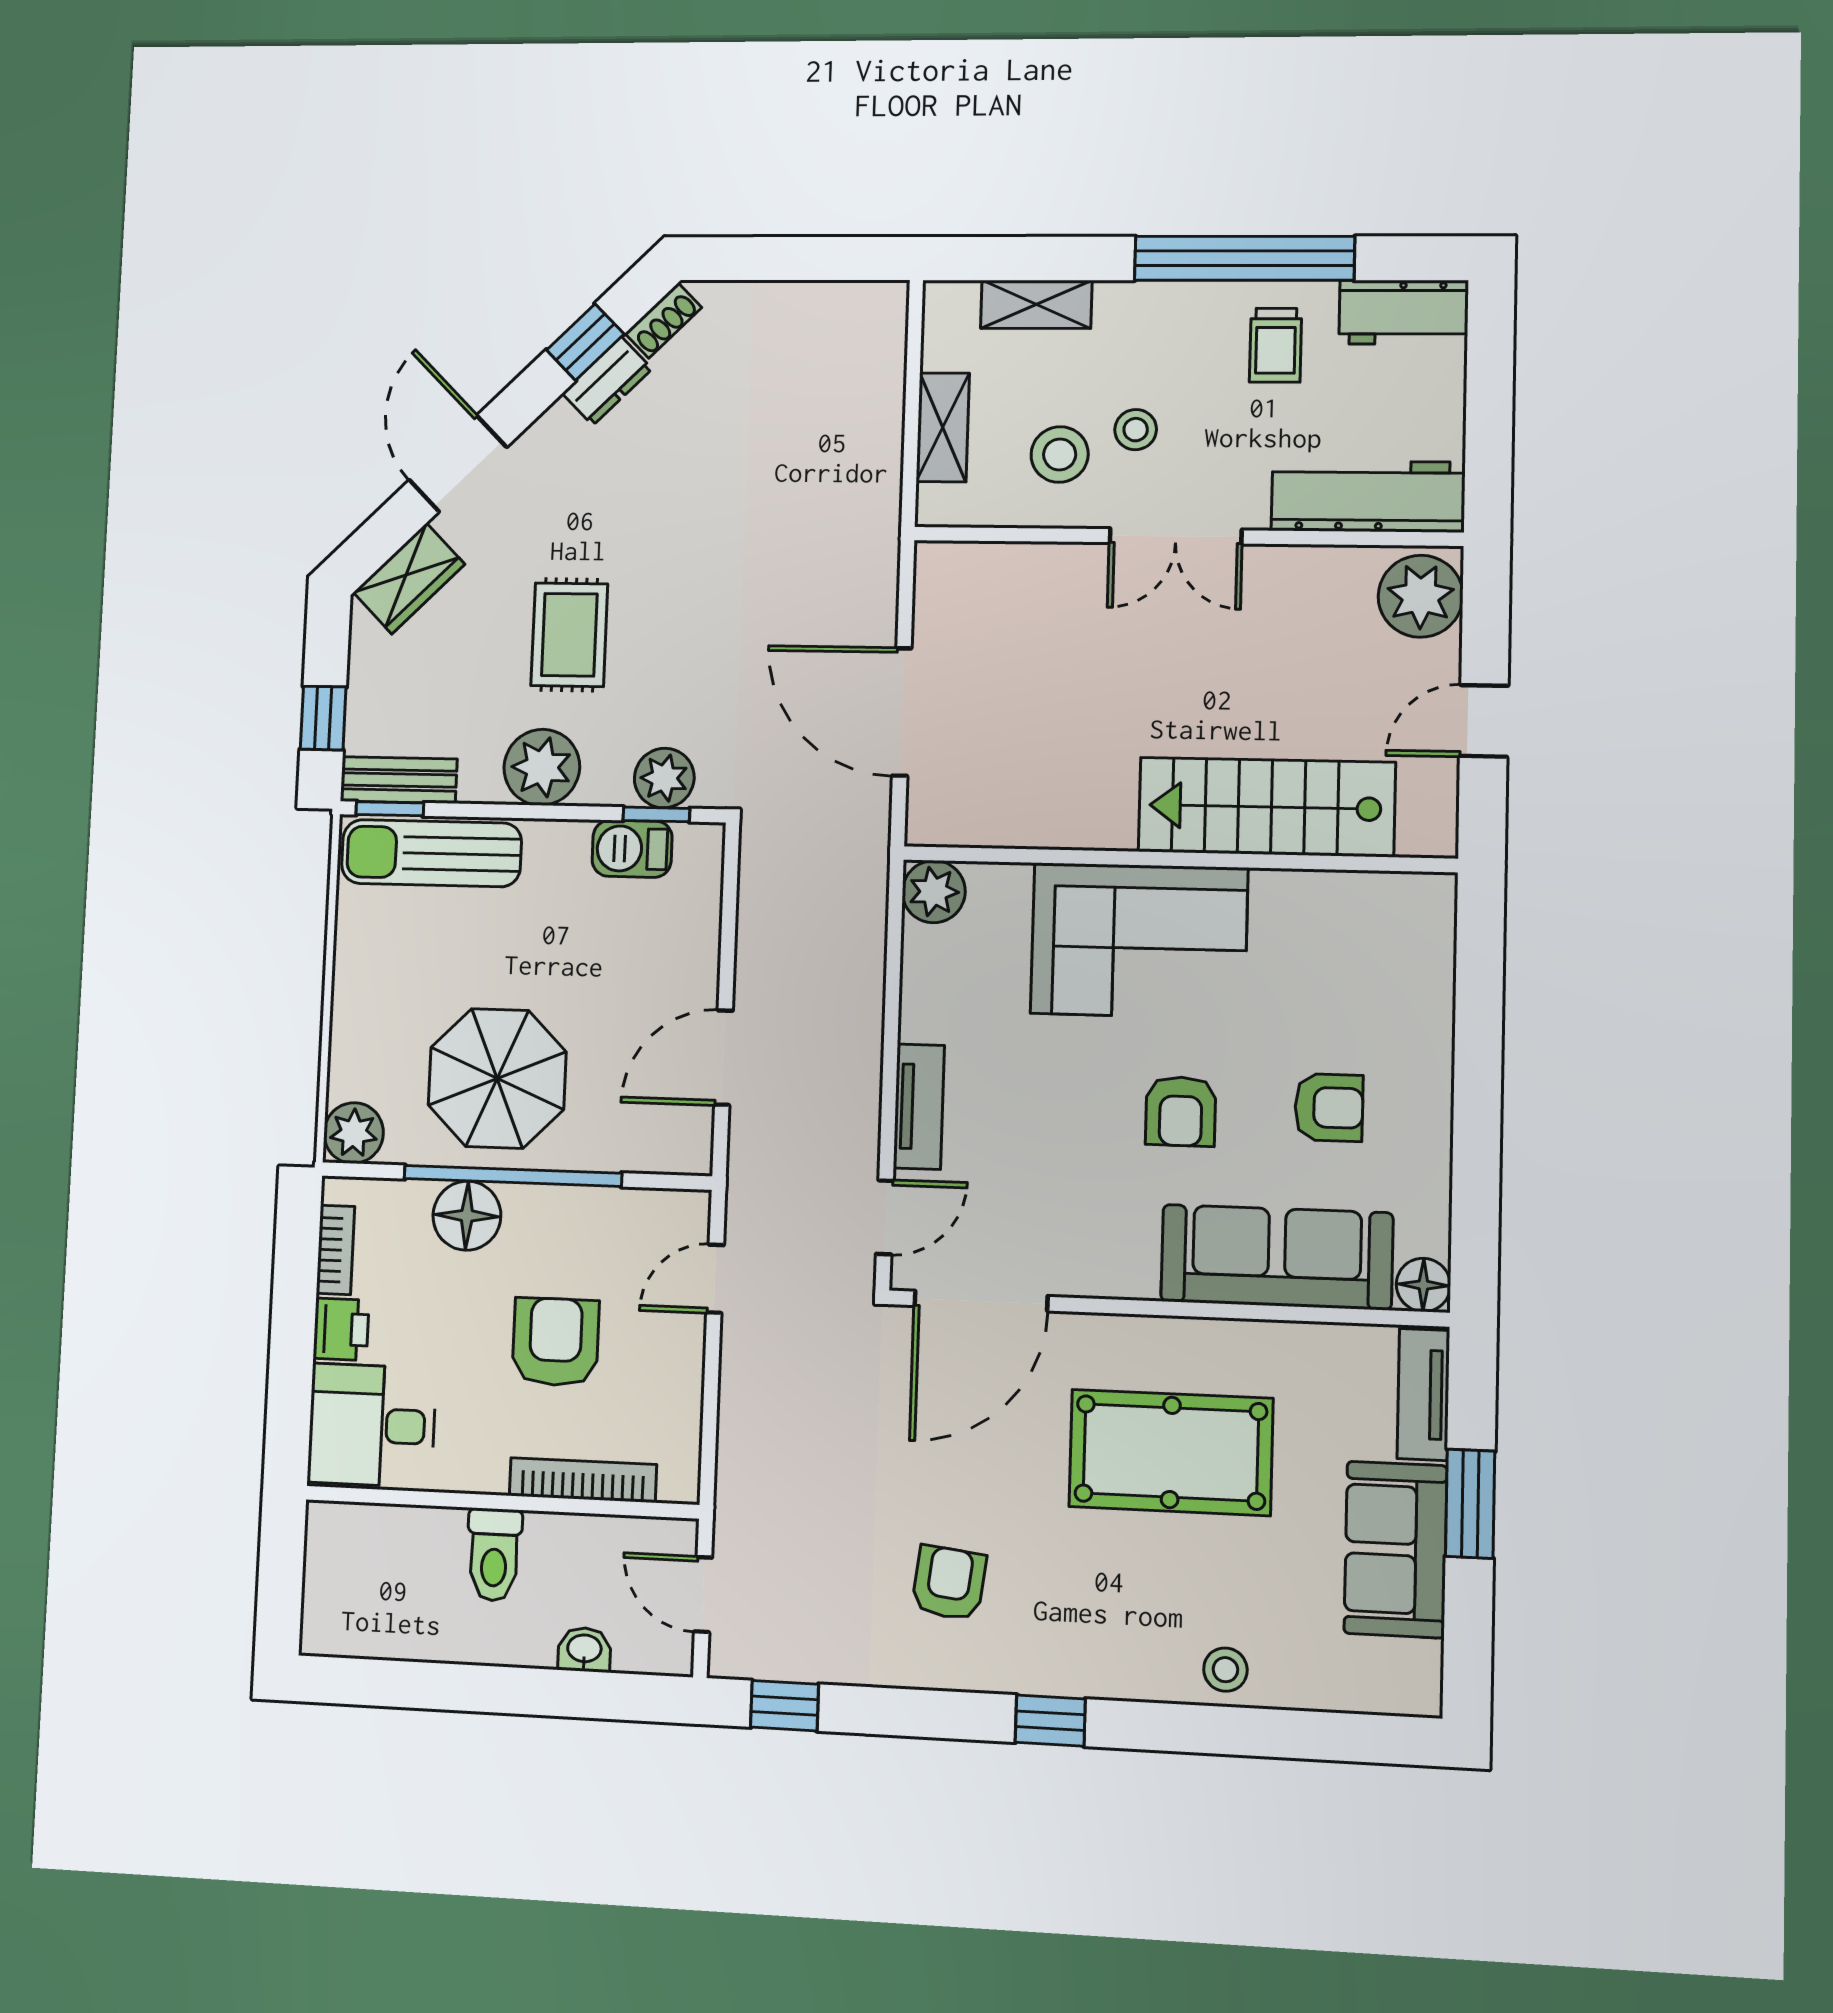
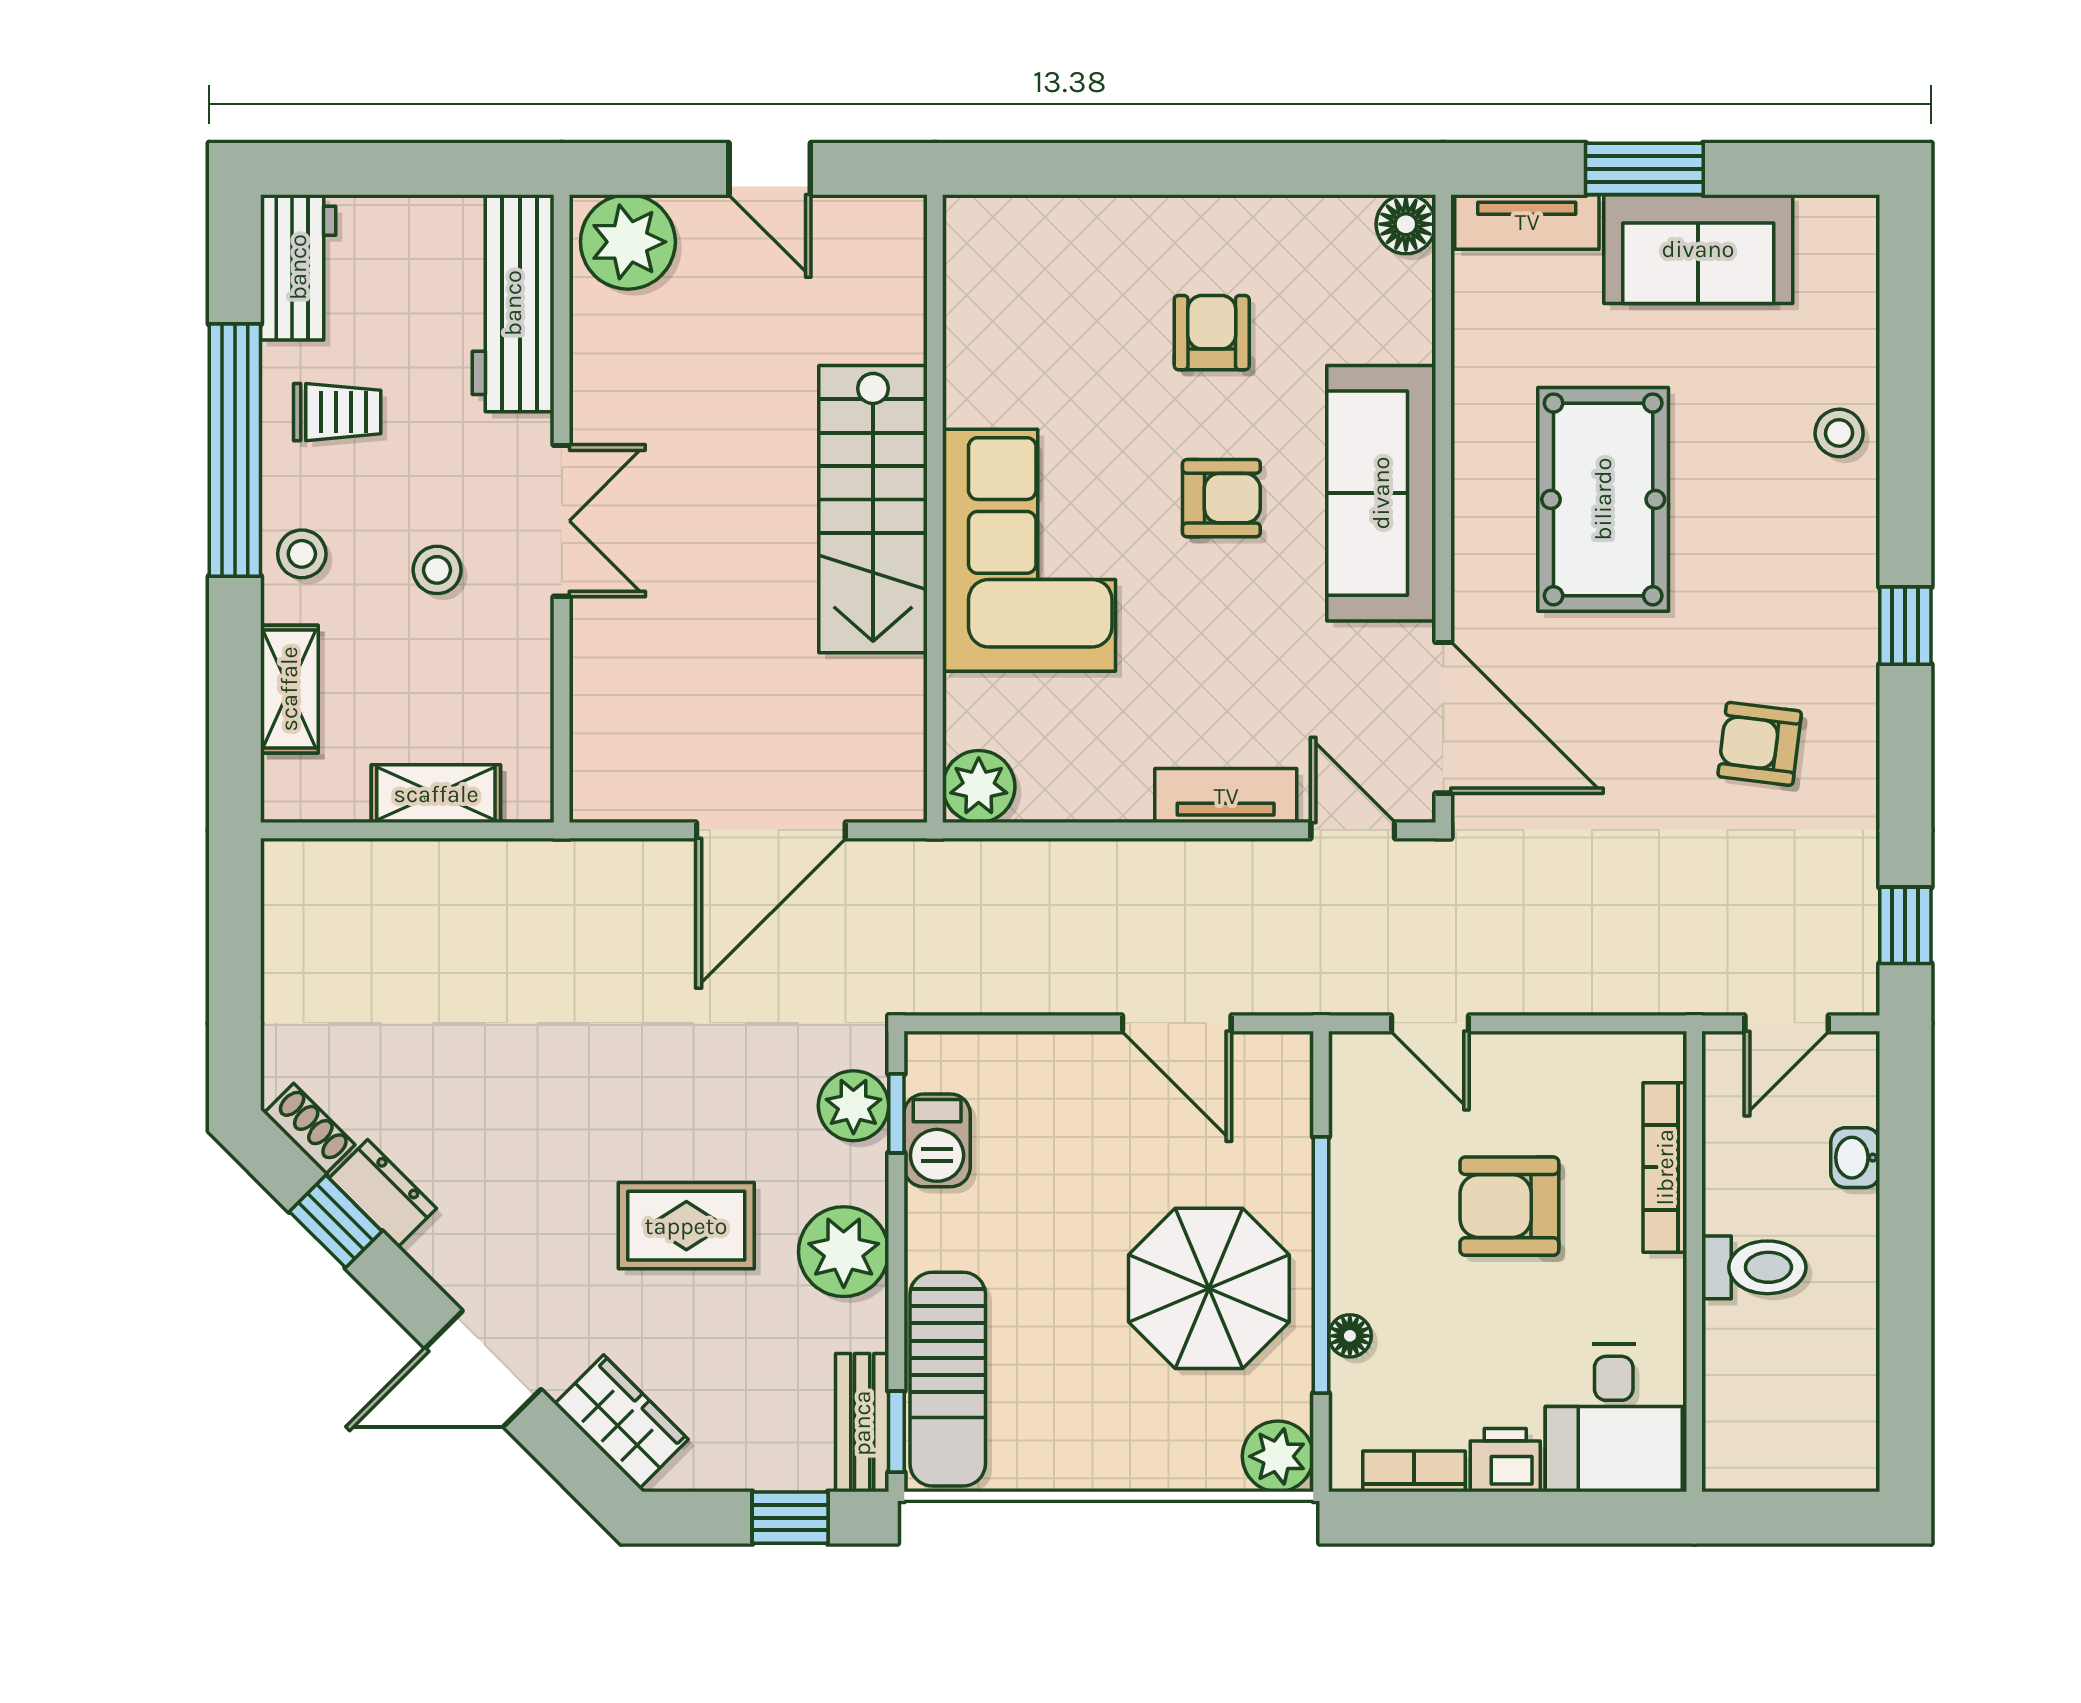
stool: (1060, 454) -> (302, 554), moved, width x0.73, depth x0.73
stairs: (1267, 807) -> (873, 509), moved
floor lamp: (467, 1216) -> (1350, 1336), width x0.53, depth x0.53
sofa: (1277, 1257) -> (1381, 493), moved

